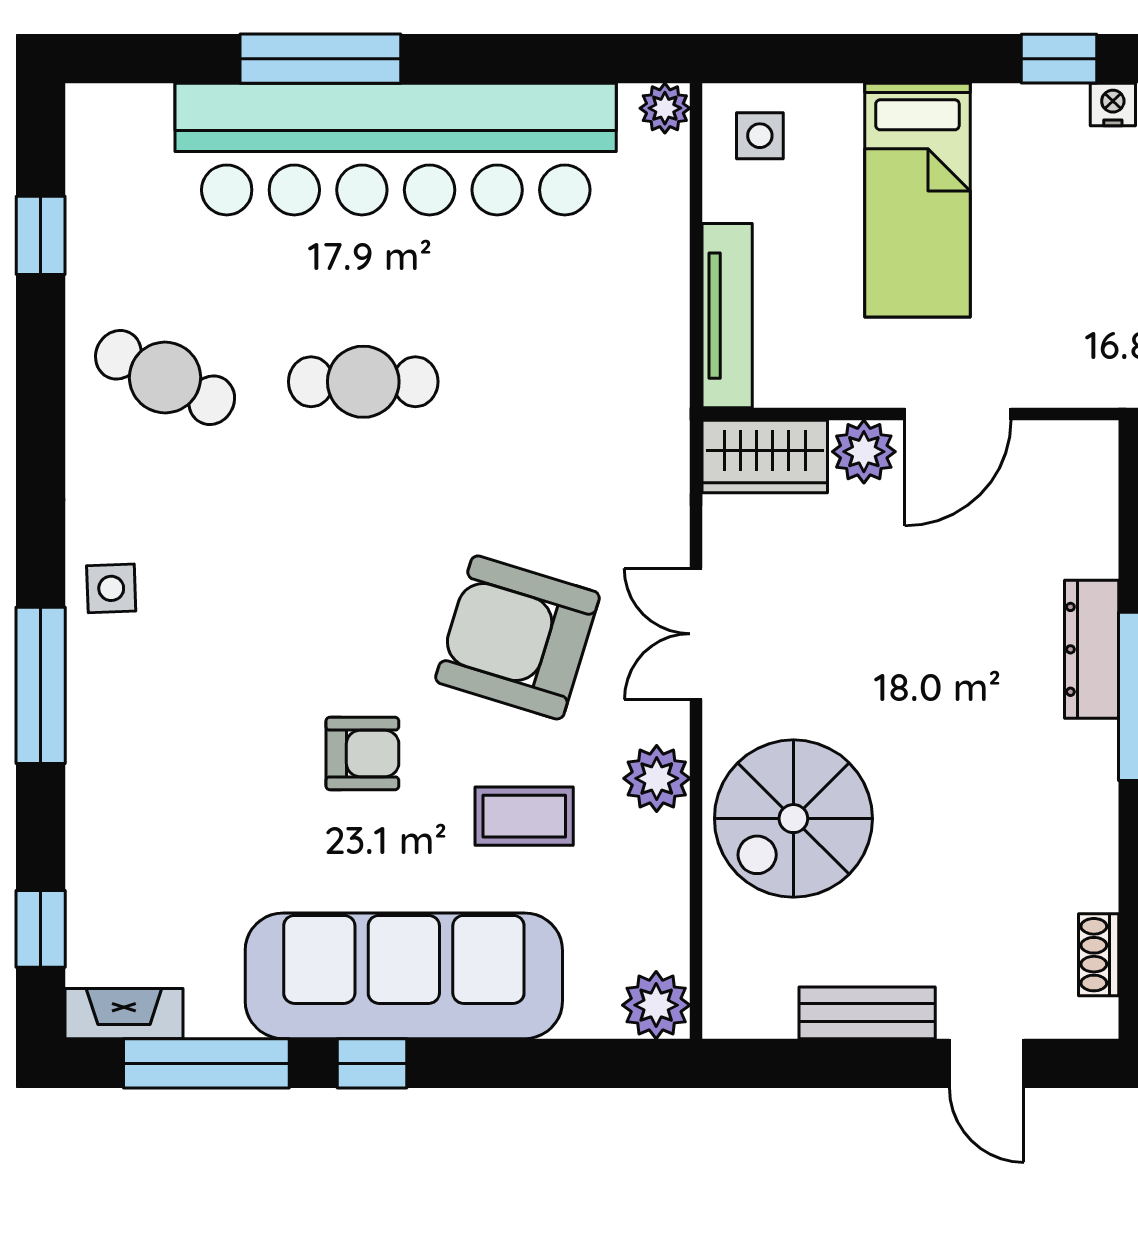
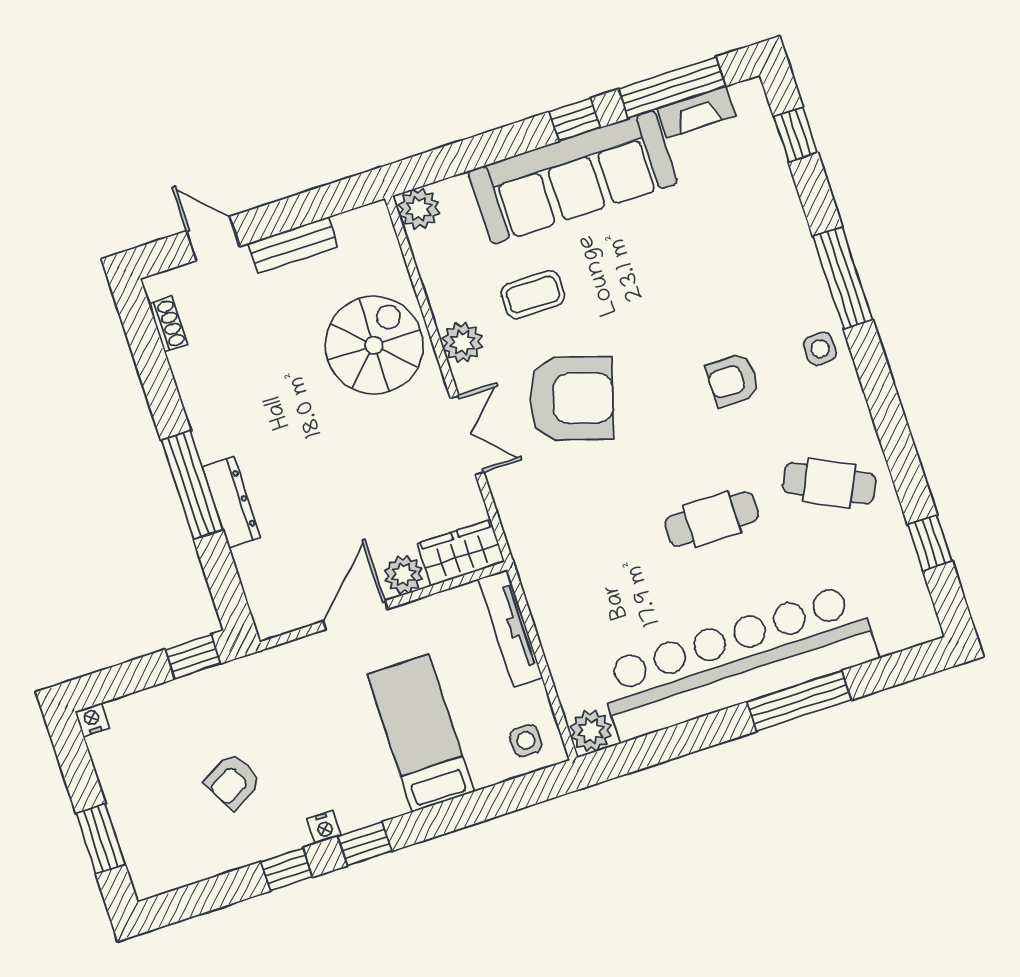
plant: (665, 108) -> (591, 731), width x1.38, depth x1.38
armchair: (362, 754) -> (733, 380), moved
fireplace: (124, 1014) -> (696, 112), moved

